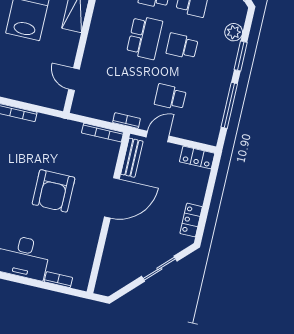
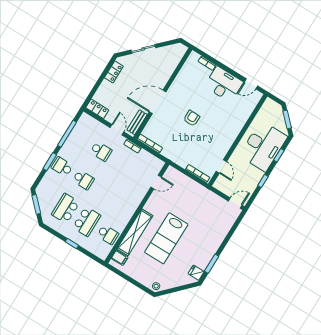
plant: (234, 32) -> (49, 178), removed
school desk: (144, 37) -> (62, 167), moved, width x0.54
door: (74, 79) -> (156, 182), hinge flipped
door: (158, 136) -> (117, 130), swing flipped
armchair: (53, 191) -> (192, 118), width x0.53, depth x0.53

